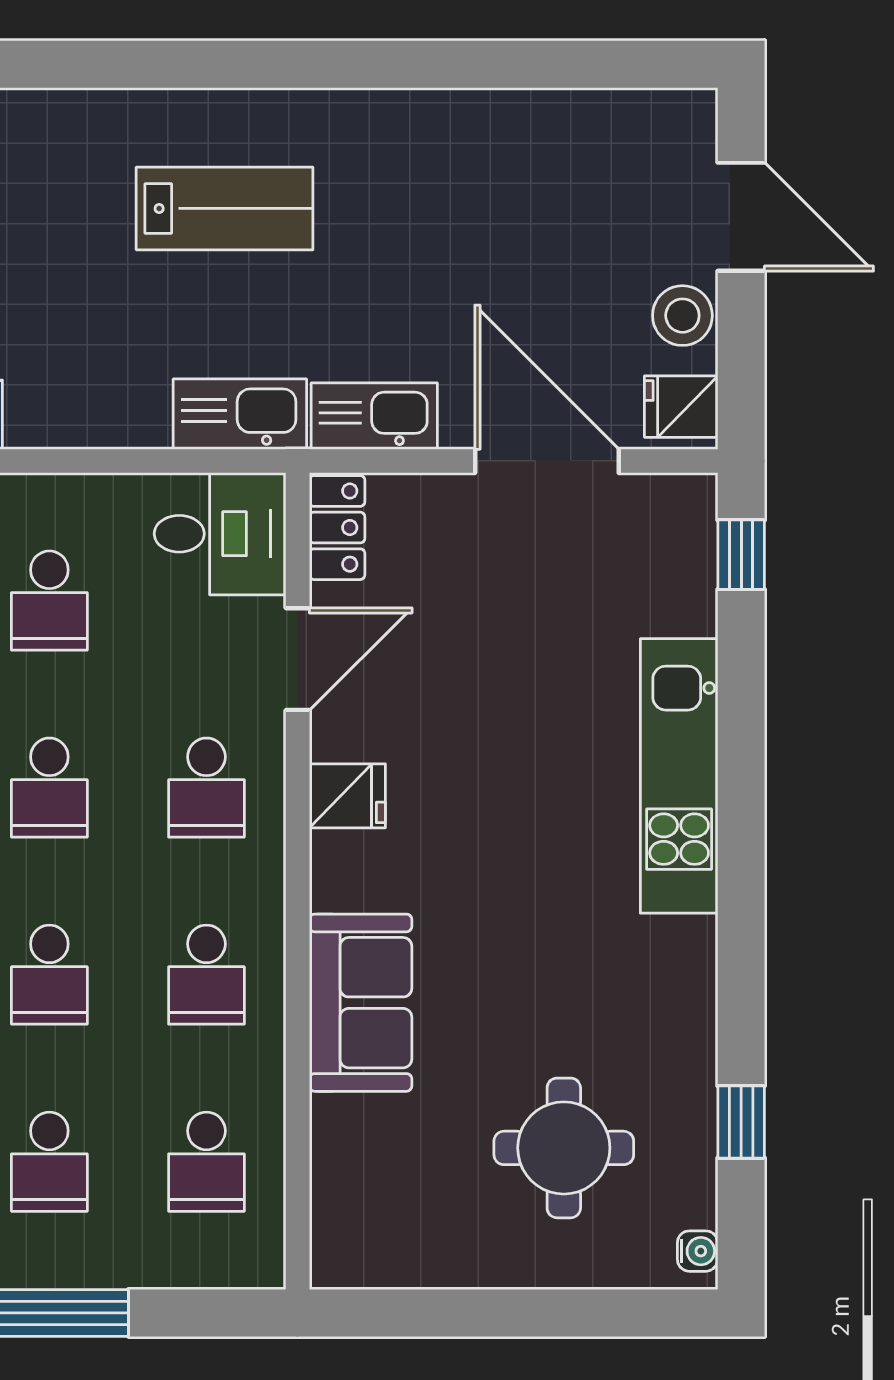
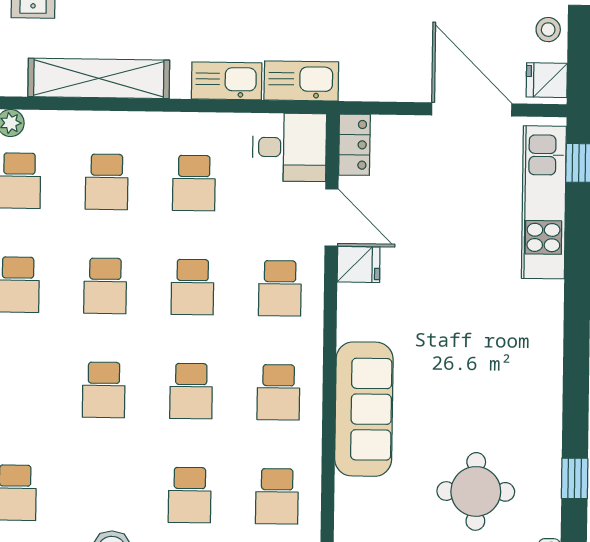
stool: (682, 316) -> (548, 30), width x0.73, depth x0.73
kitchen sink: (374, 416) -> (227, 81), moved
door: (298, 659) -> (332, 218), hinge flipped
kitchen unit: (679, 776) -> (544, 202), moved
fridge: (347, 796) -> (359, 265), moved
sofa: (361, 1003) -> (364, 409), width x1.36

